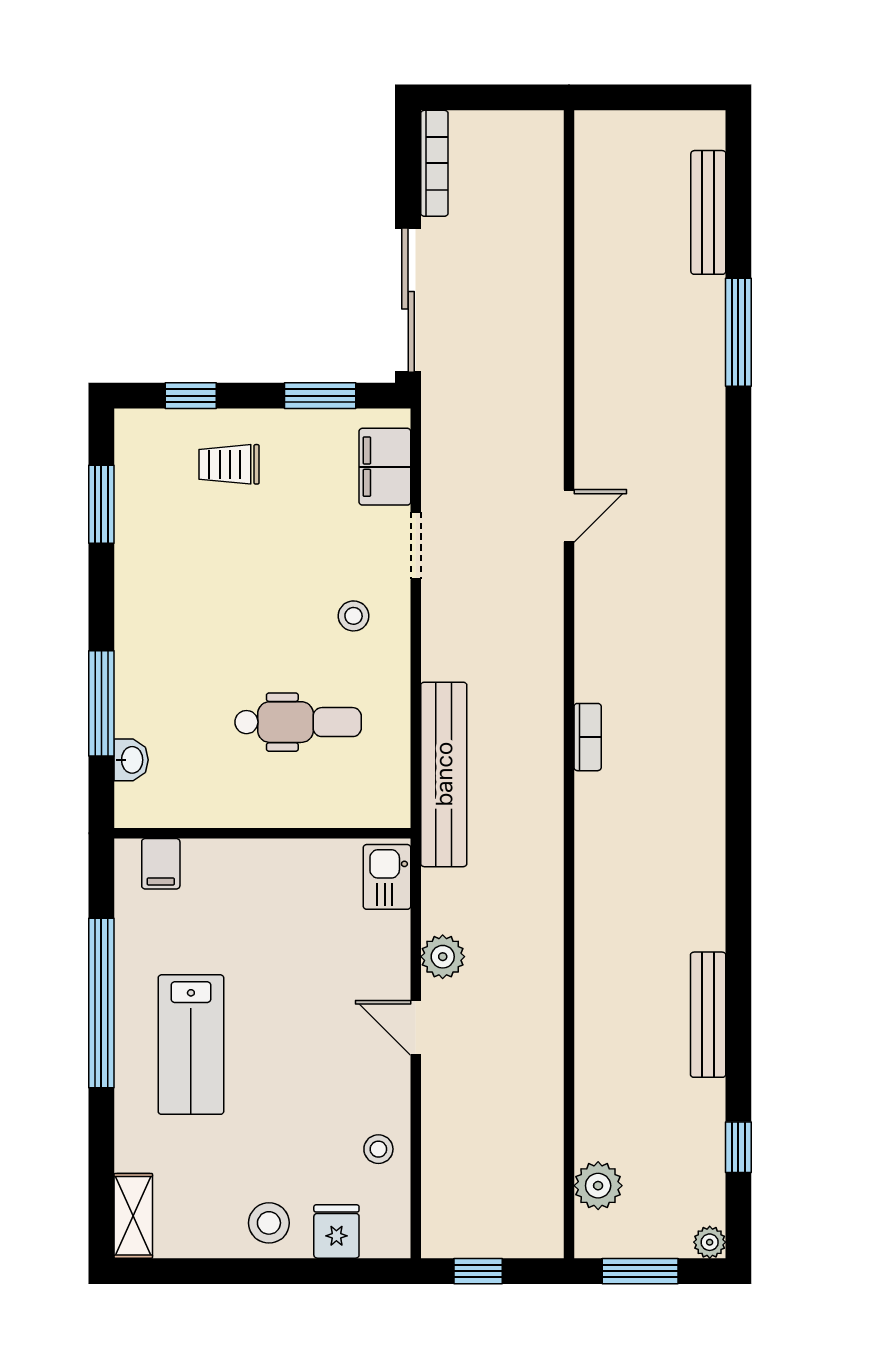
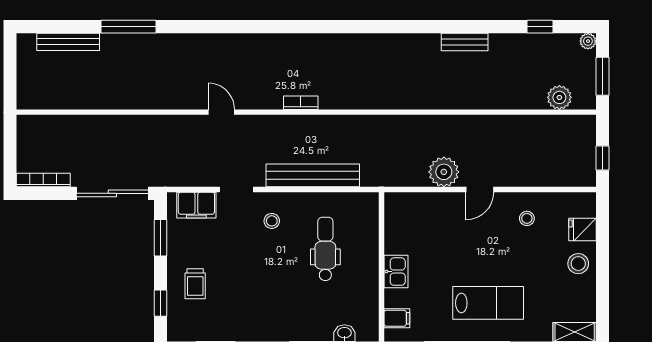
bookcase: (588, 737) -> (301, 103), moved
bench: (444, 774) -> (313, 175), moved
kitchen sink: (387, 877) -> (396, 272), moved, turned -90
plant: (443, 957) -> (444, 172), width x1.36, depth x1.36
bench: (708, 1015) -> (465, 42), width x0.73
stool: (378, 1149) -> (527, 218), moved

